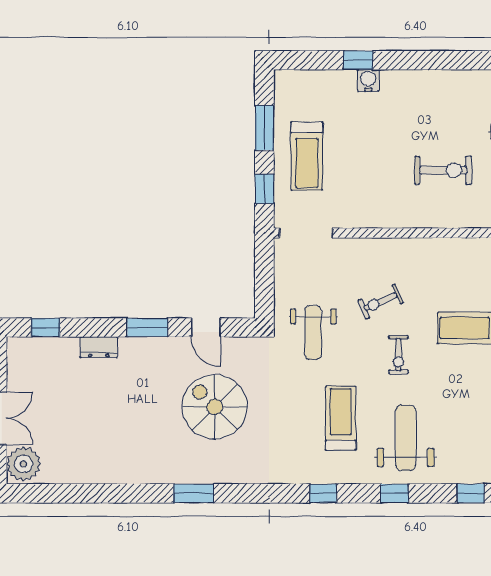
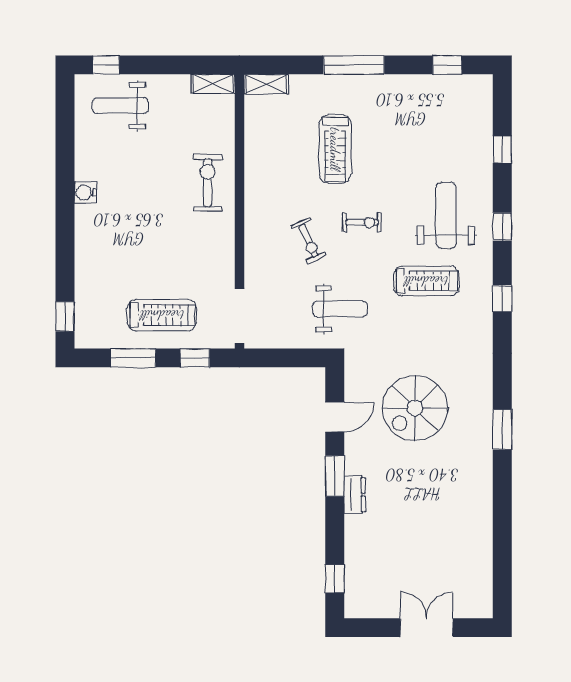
window: (358, 60) -> (65, 317), moved
water cooler: (368, 80) -> (85, 192), moved
exercise bike: (443, 170) -> (208, 183), moved
dresser: (99, 347) -> (355, 495), moved
treadmill: (341, 418) -> (426, 281), turned 180
weight bench: (406, 438) -> (446, 215), turned 90
plant: (24, 464) -> (472, 601), removed

